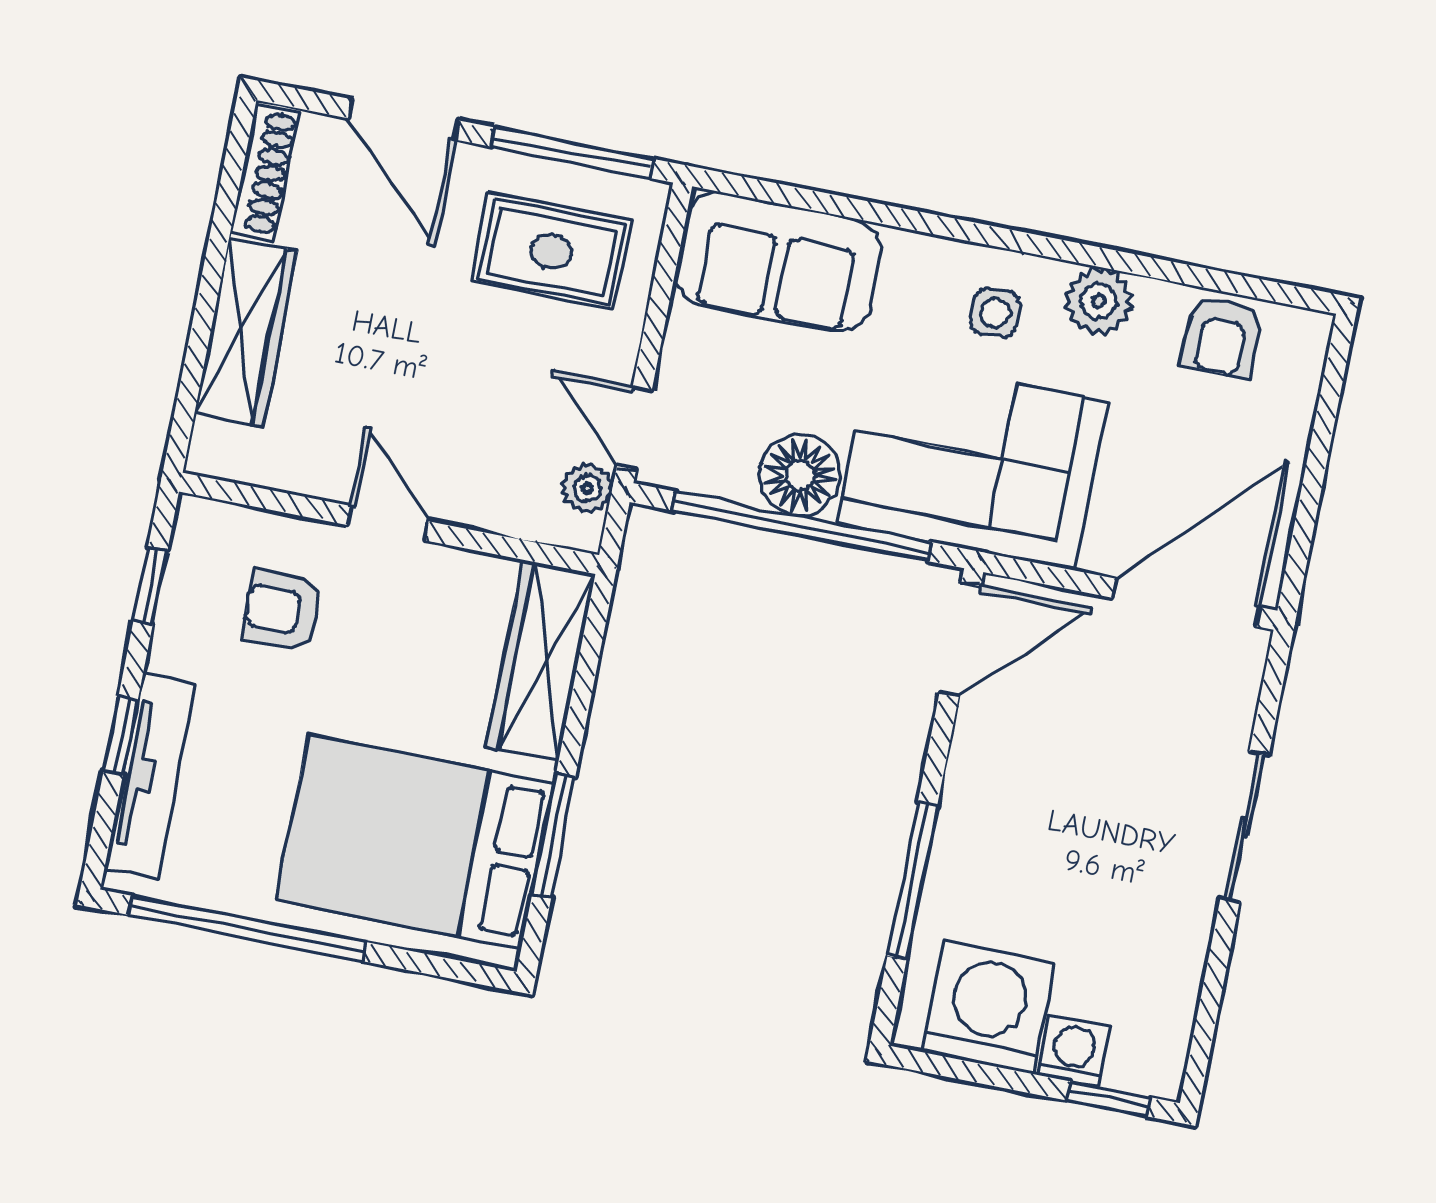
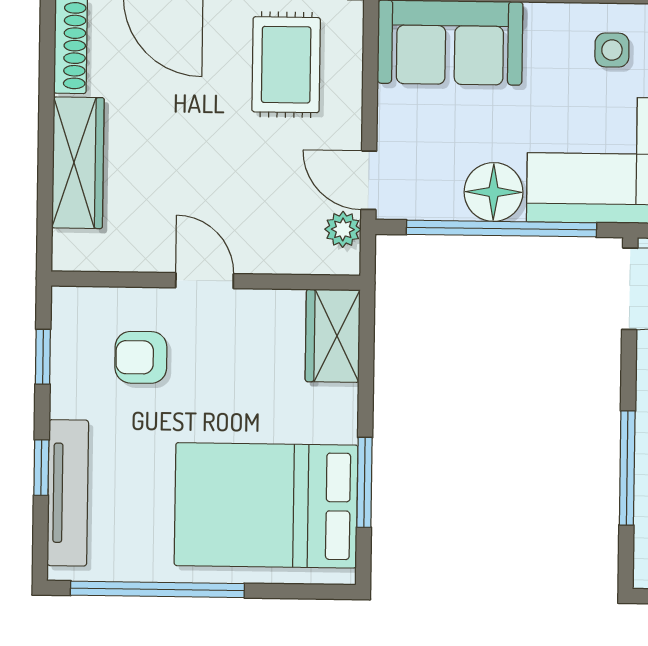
rug: (551, 251) -> (286, 65), turned 90
wardrobe: (541, 660) -> (333, 336), width x0.67

